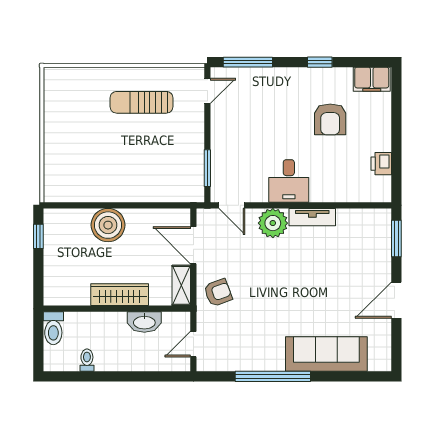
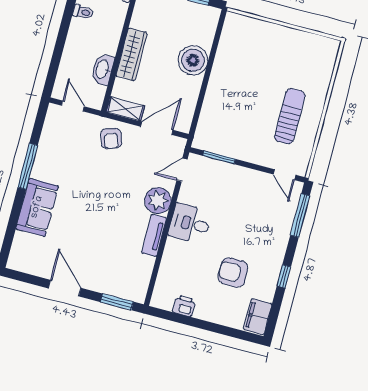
sofa: (326, 354) -> (37, 207), width x0.73
window: (273, 376) -> (28, 166), width x0.68

